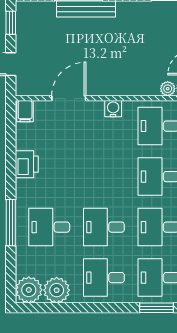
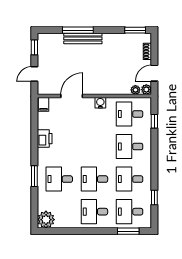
window: (11, 223) -> (34, 176), width x0.69
plant: (57, 290) -> (64, 220), removed

